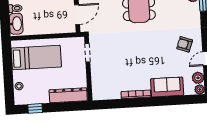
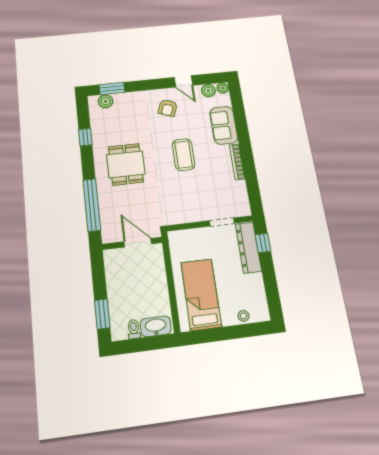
doorway: (87, 53) -> (222, 222), moved
coffee table: (144, 54) -> (184, 155), added
window: (35, 108) -> (263, 243), moved

